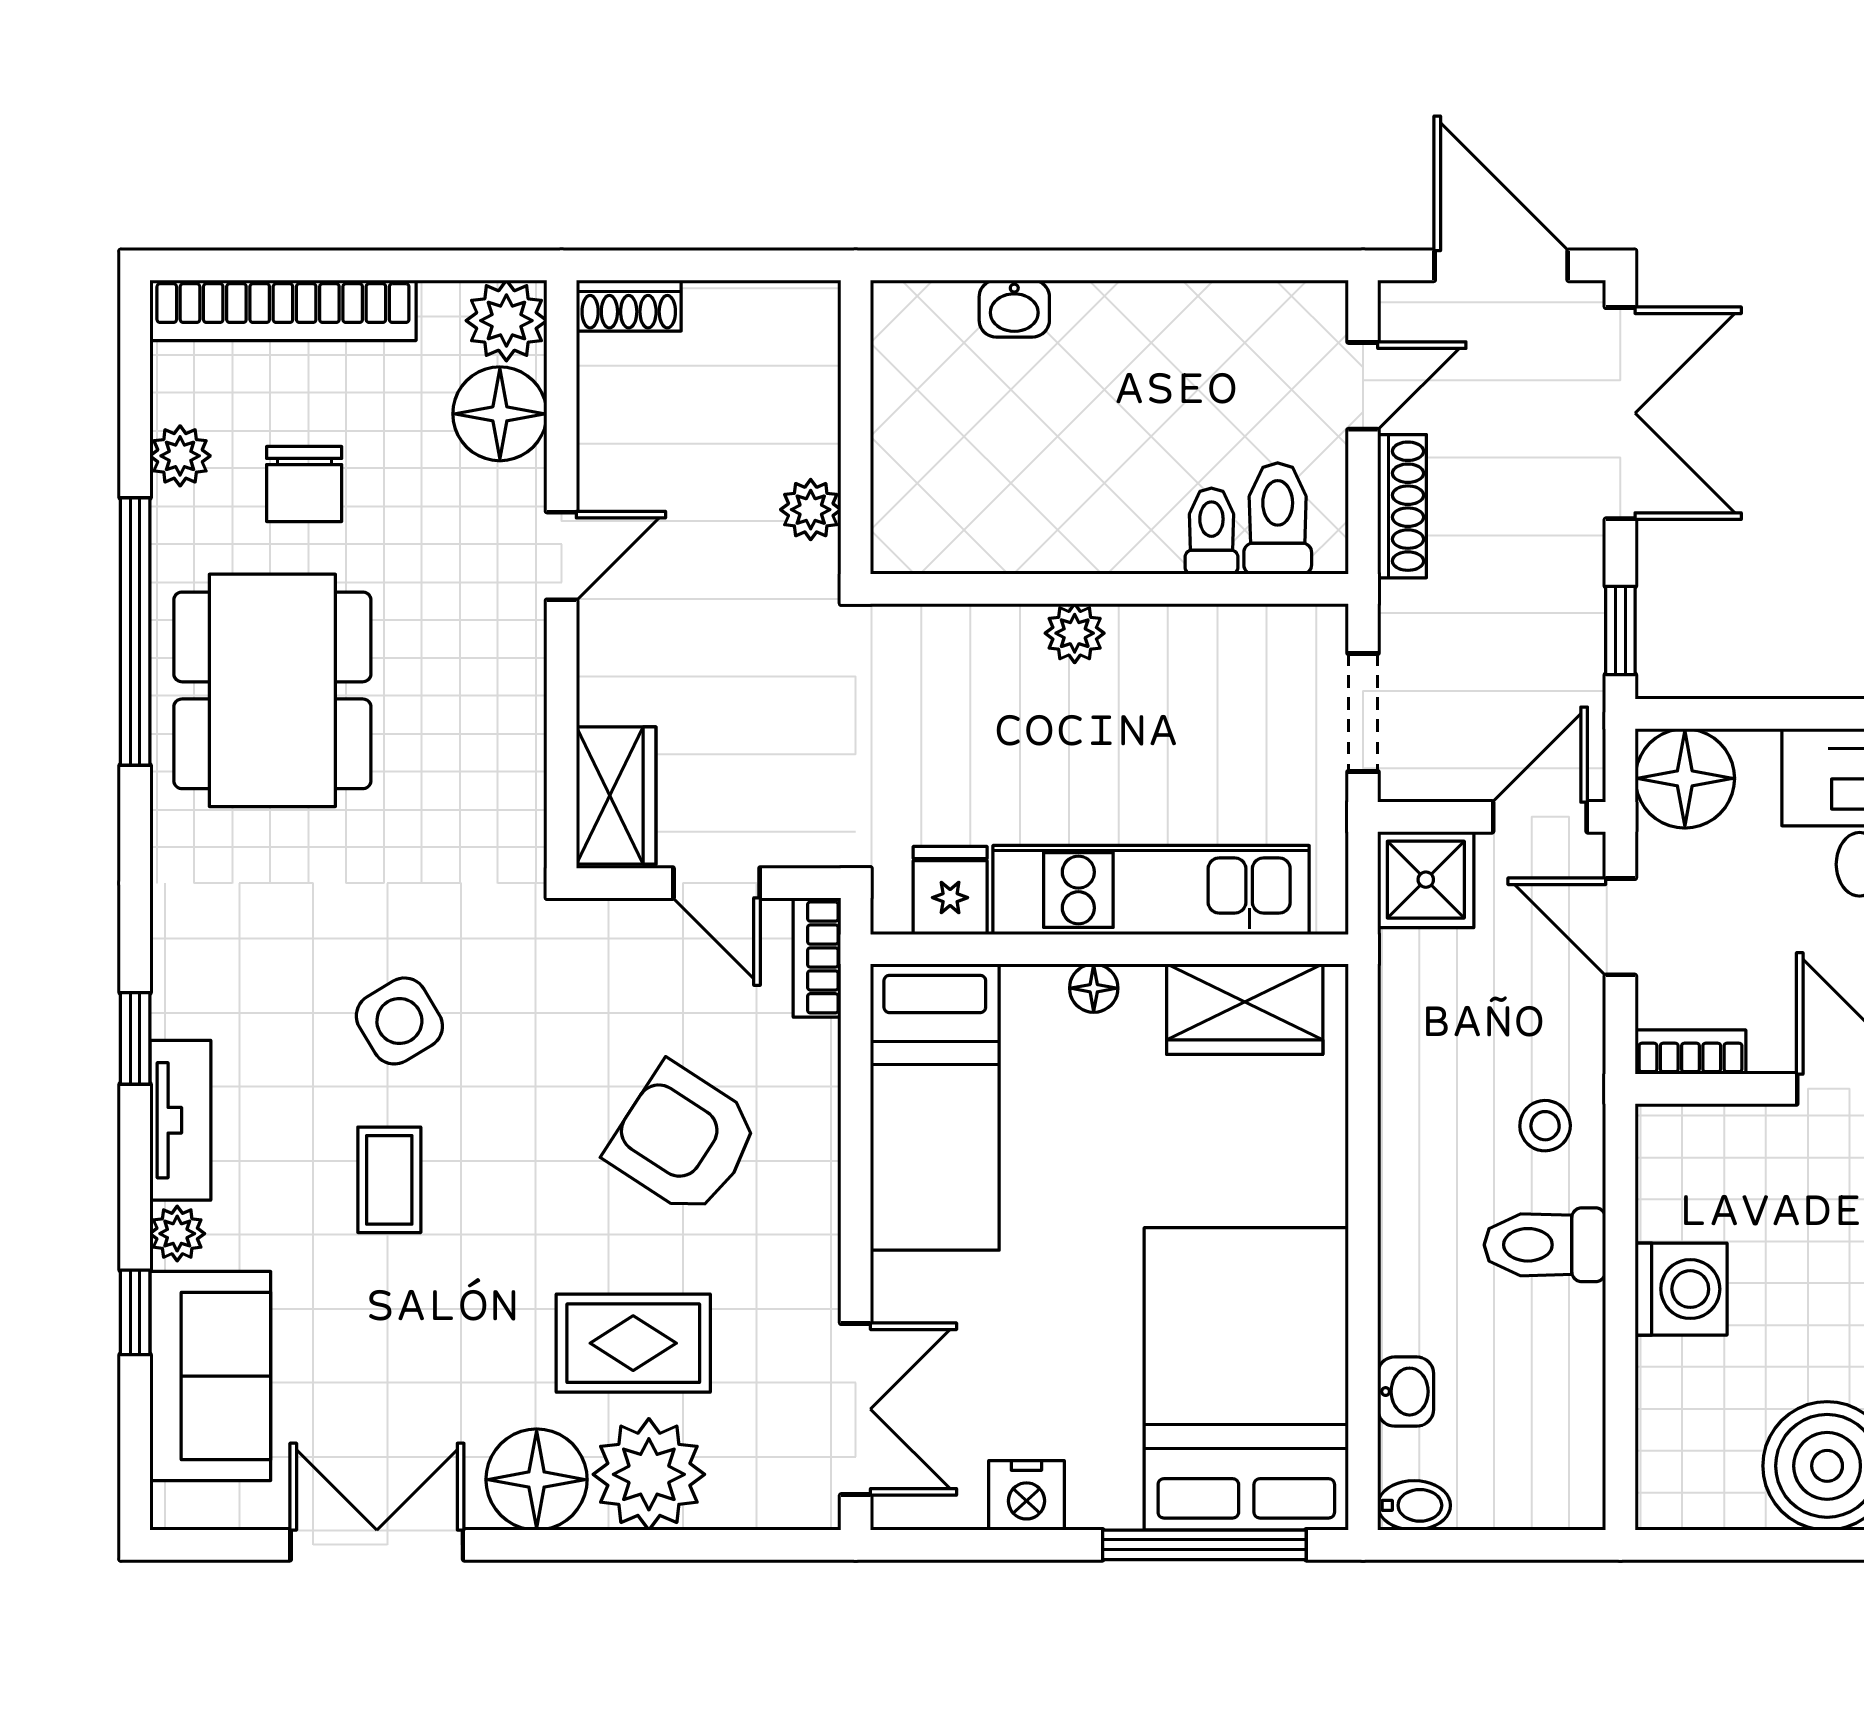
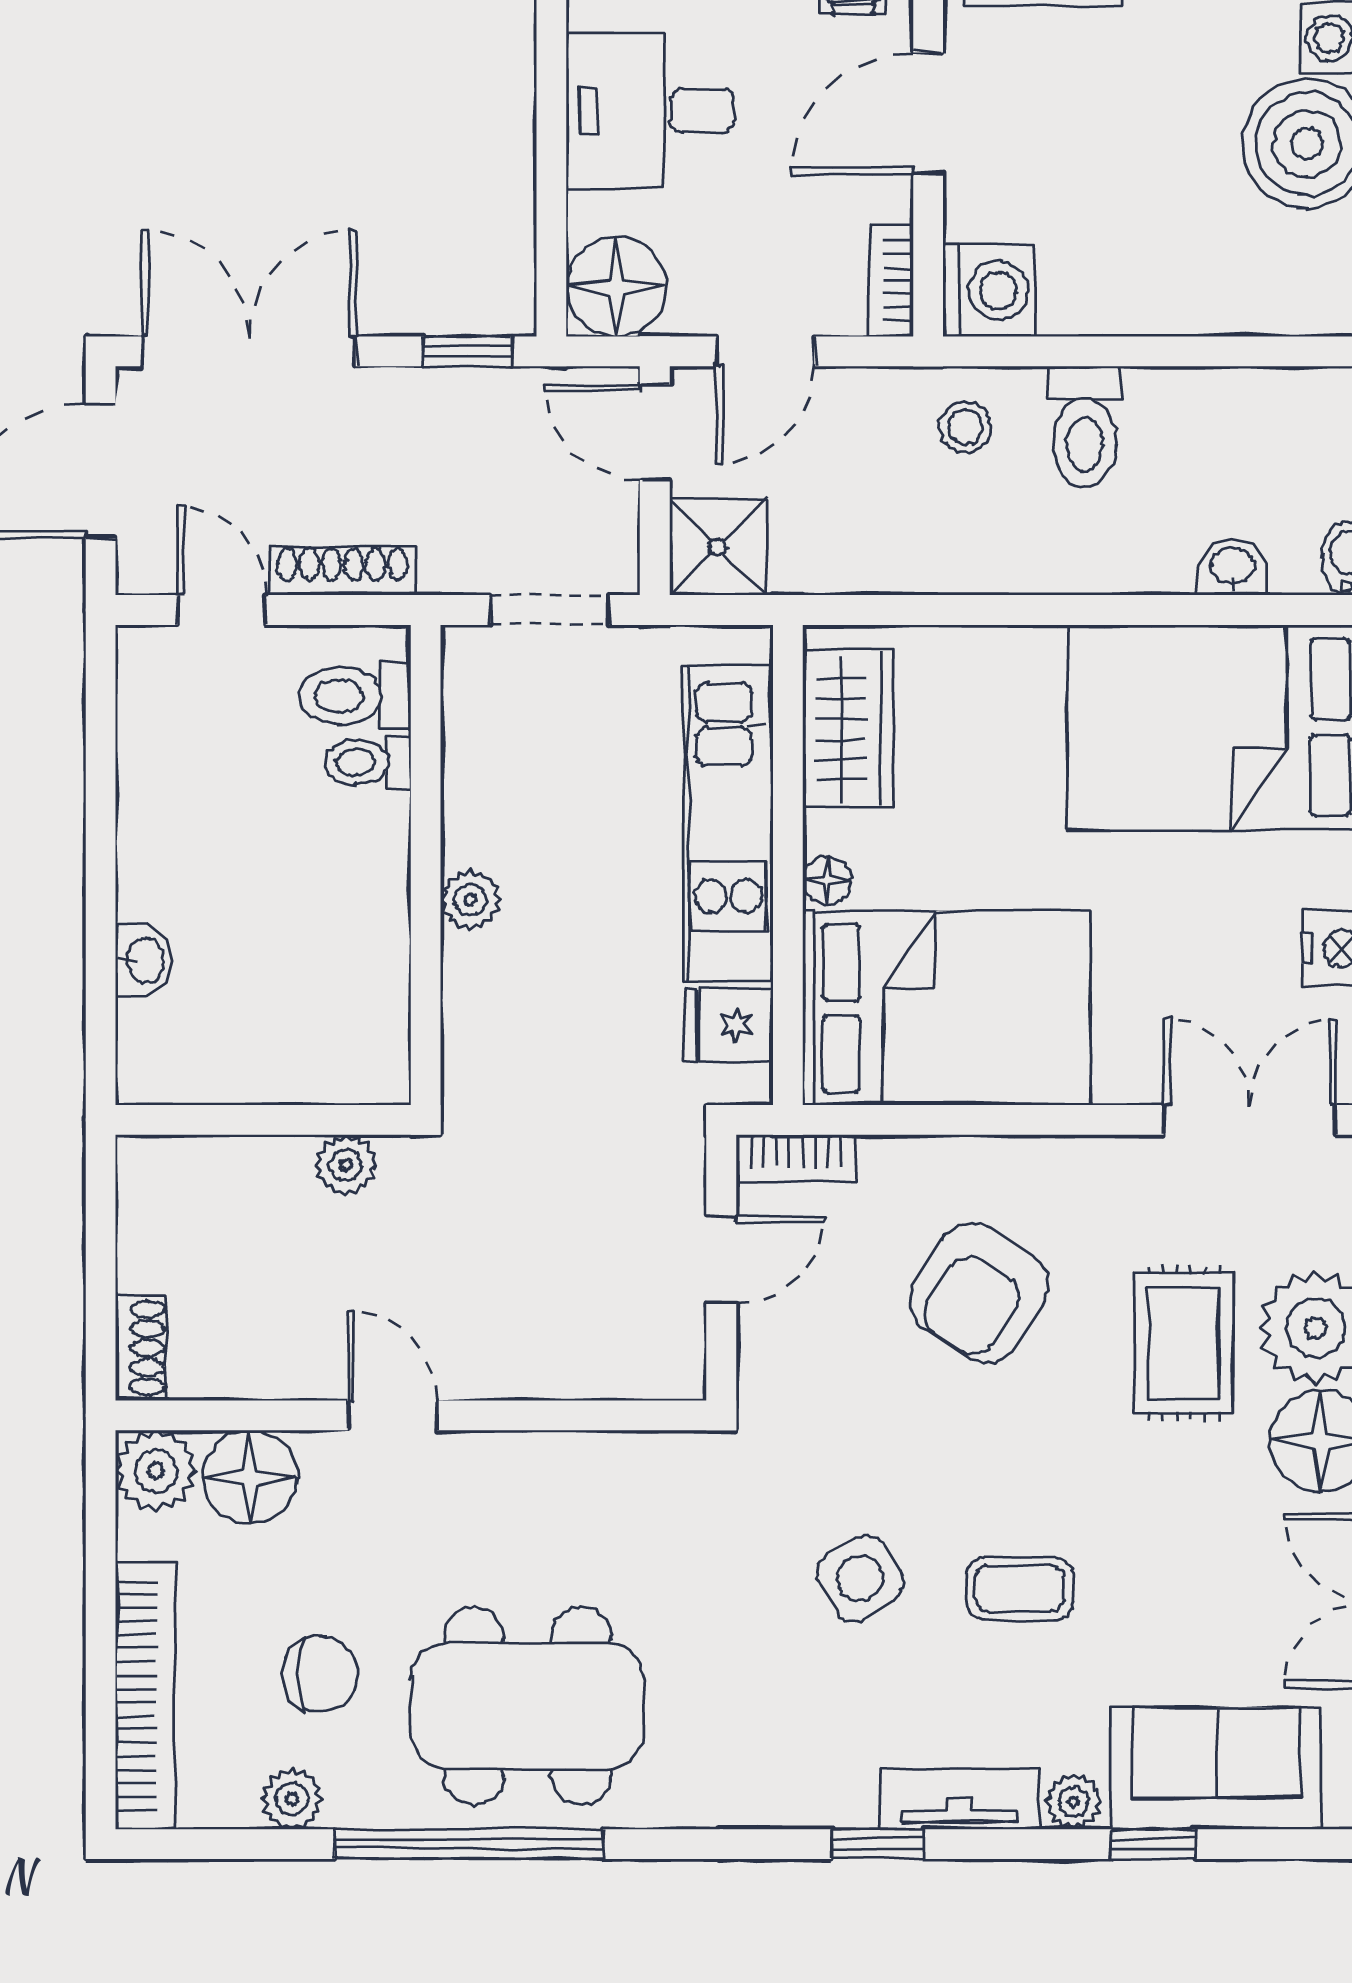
wardrobe: (616, 796) -> (633, 1361), removed
bed: (935, 1107) -> (946, 1008), width x1.50
washing machine: (1681, 1289) -> (989, 290), moved, turned 90

